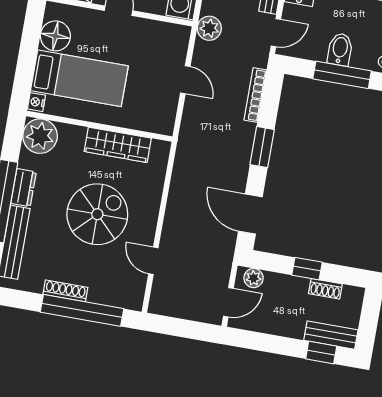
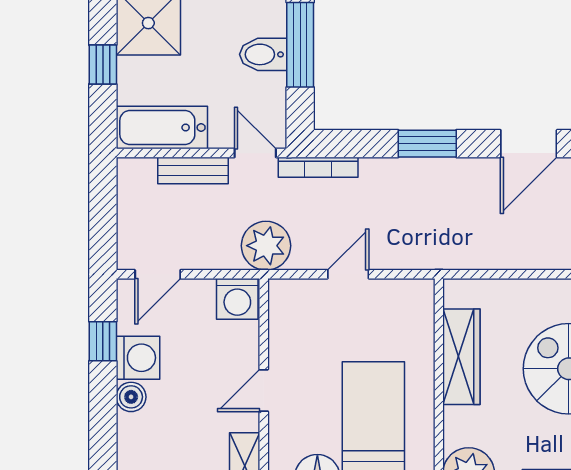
plant: (209, 28) -> (266, 246), width x1.36, depth x1.36
bookcase: (255, 95) -> (318, 167), moved

